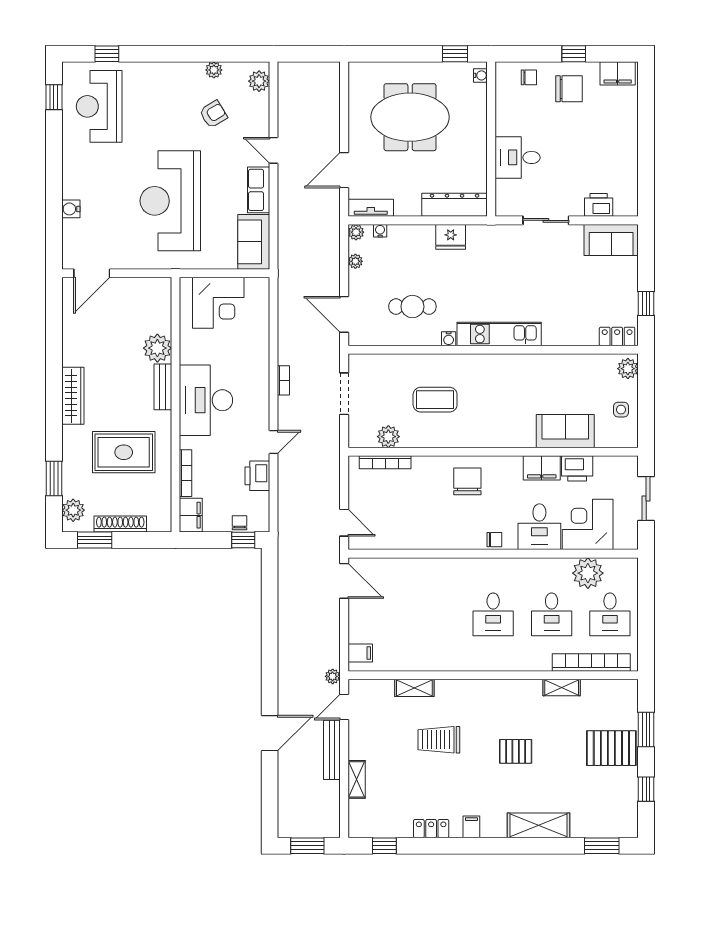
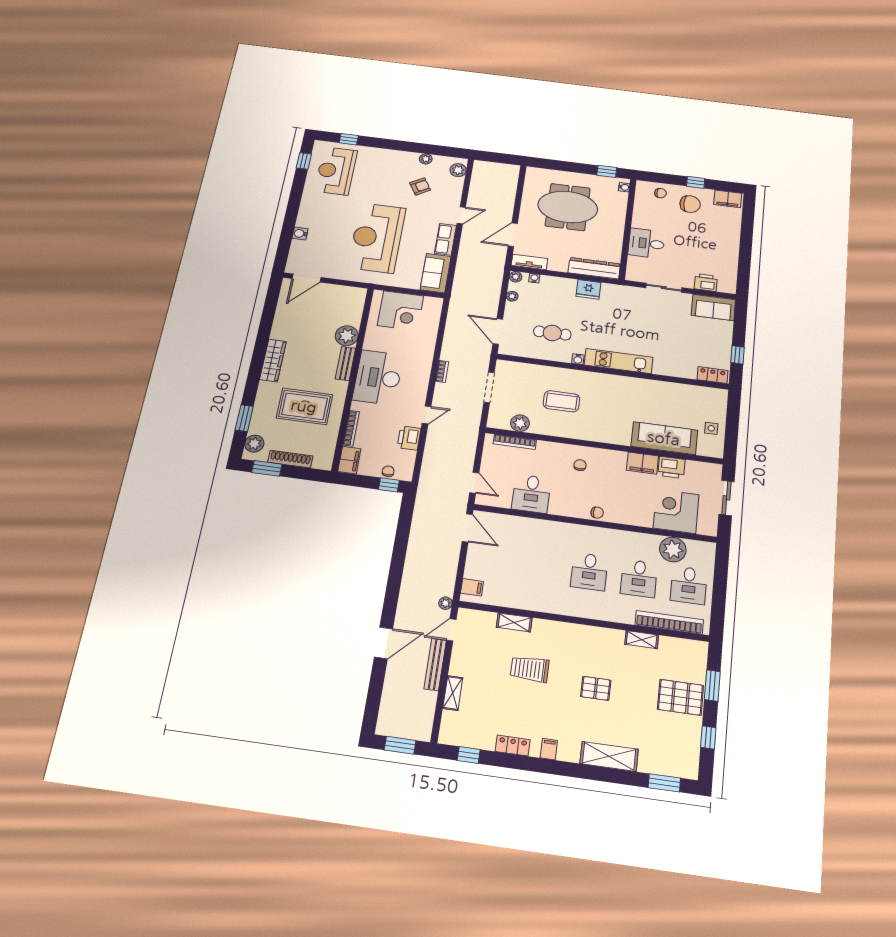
door: (274, 150) -> (461, 215), swing flipped
plant: (628, 369) -> (719, 399), removed
sofa: (565, 431) -> (664, 438), width x1.36
chair: (467, 481) -> (580, 465), width x0.54, depth x0.54
desk: (539, 527) -> (531, 494), moved

